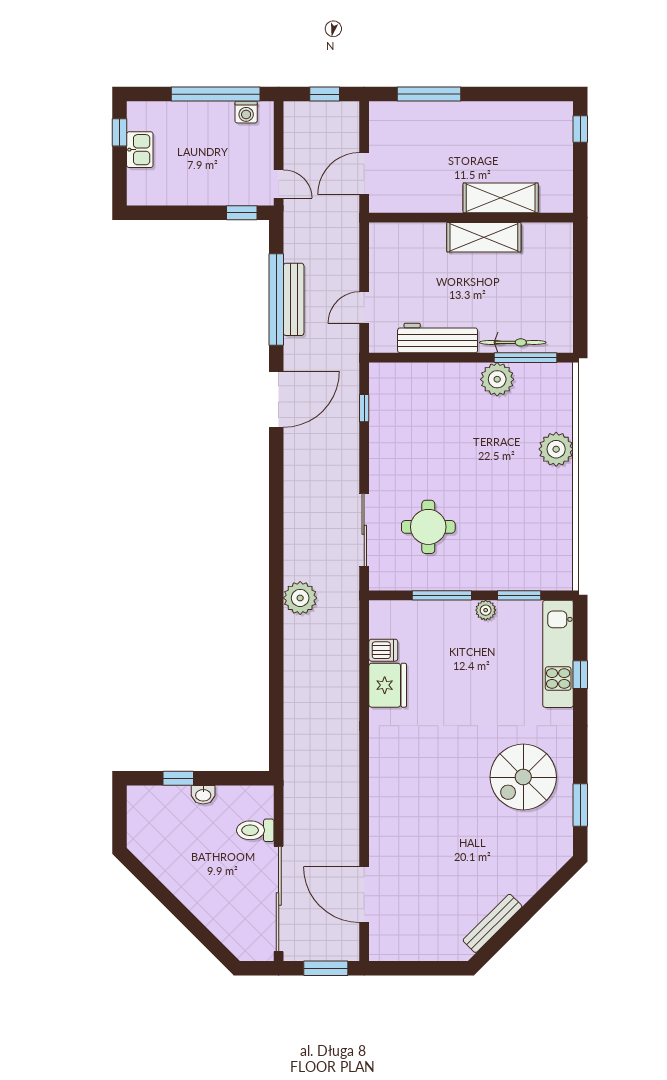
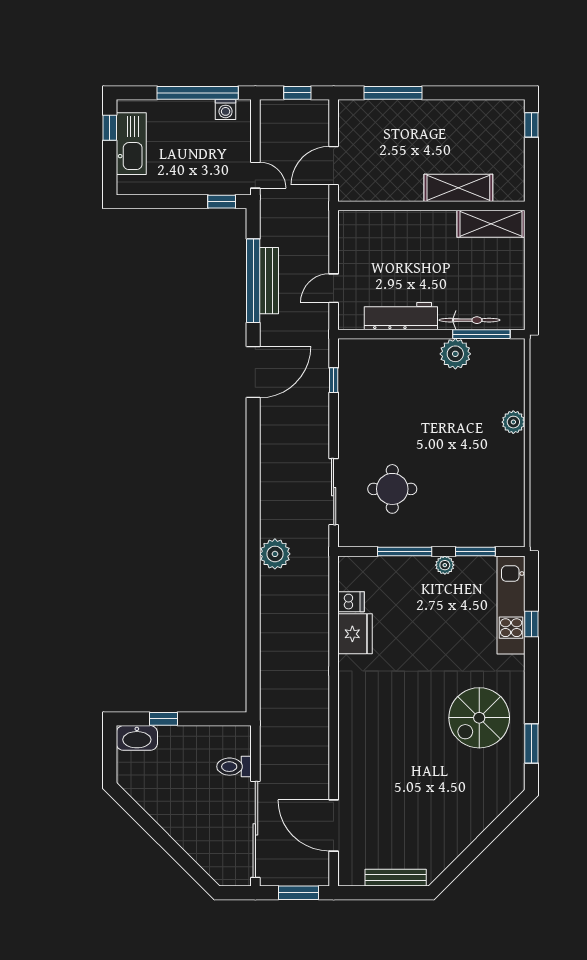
kitchen sink: (140, 150) -> (131, 144), width x1.88, depth x1.24
shelving: (484, 237) -> (491, 224), moved
plant: (556, 449) -> (513, 422), width x0.73, depth x0.73
washbasin: (203, 795) -> (137, 738), moved, width x1.91, depth x1.45
bench: (492, 923) -> (396, 878), moved, turned 45

